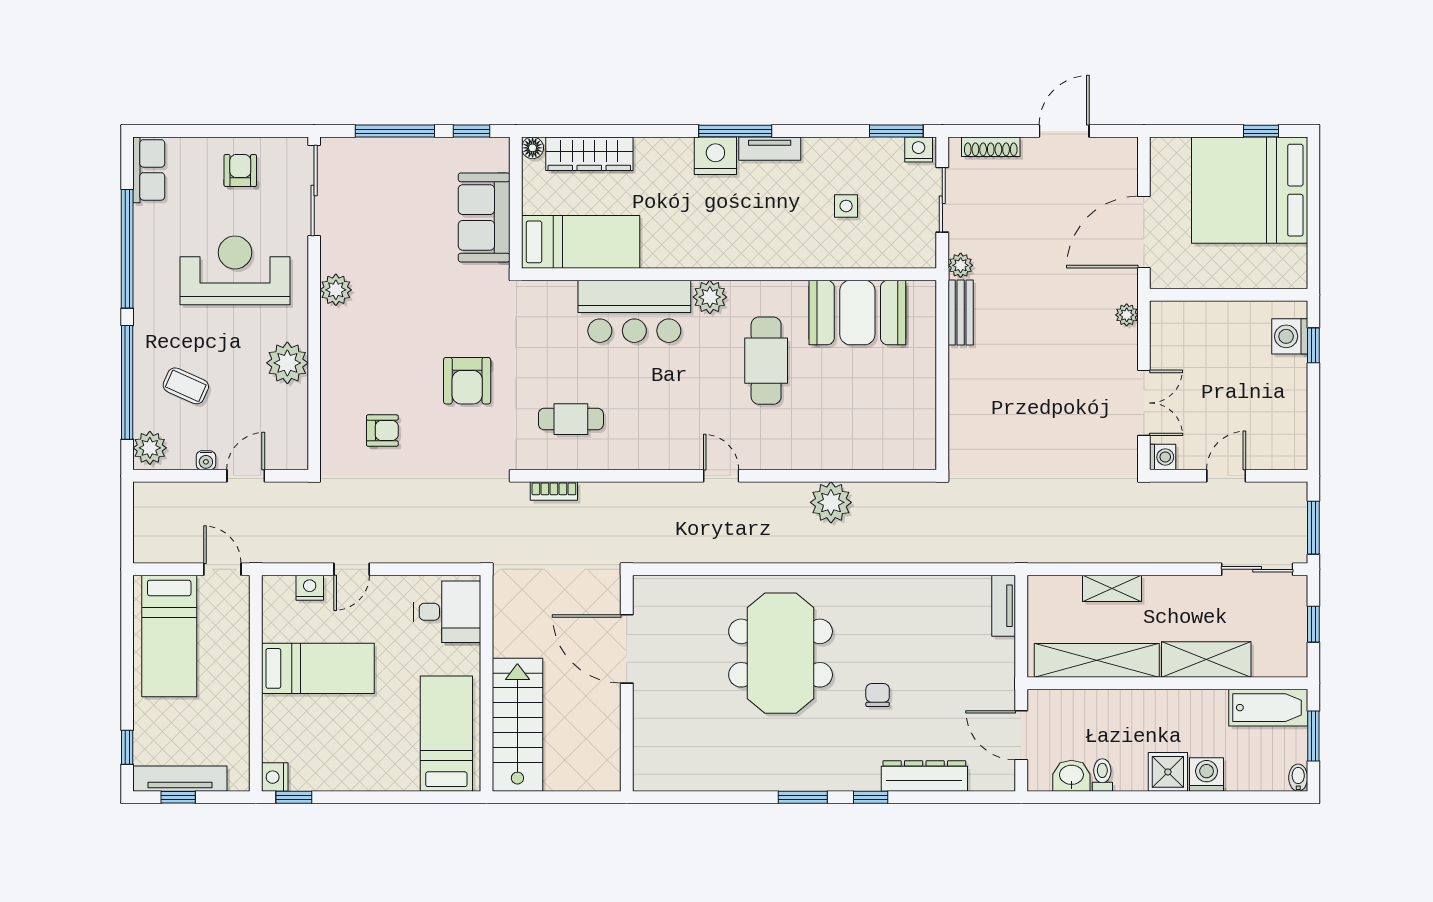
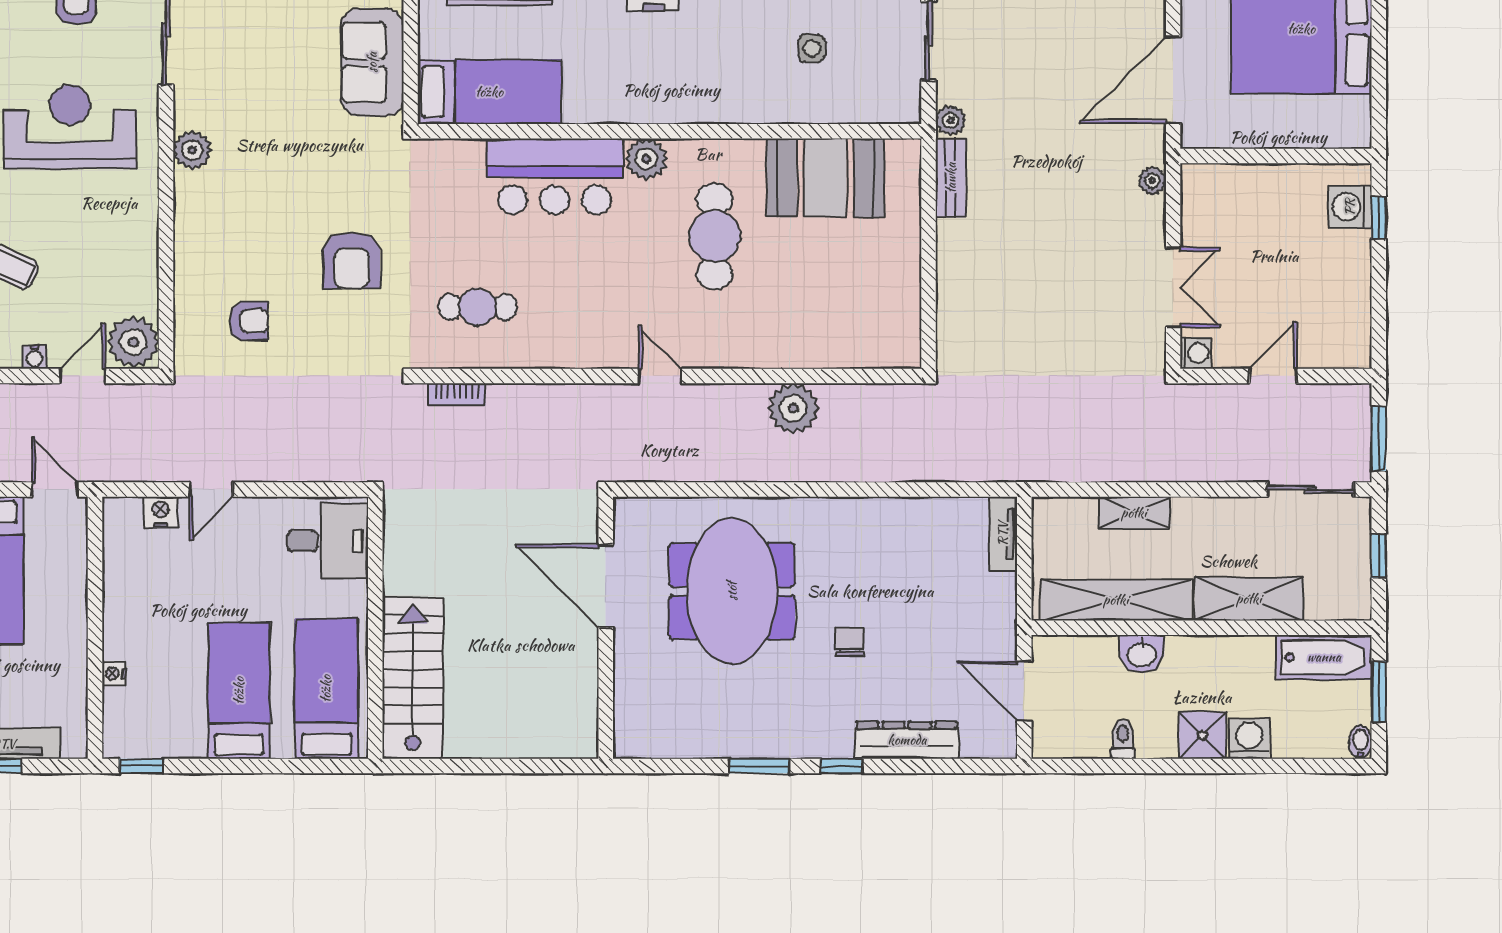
plant: (287, 363) -> (133, 342), moved
door: (627, 649) -> (606, 586), moved
bed: (318, 668) -> (239, 691), moved, turned -90
wall: (627, 683) -> (606, 628), moved
washbasin: (1071, 776) -> (1142, 654), moved, turned 180
nightstand: (275, 777) -> (114, 673), moved, width x0.72, depth x0.74

